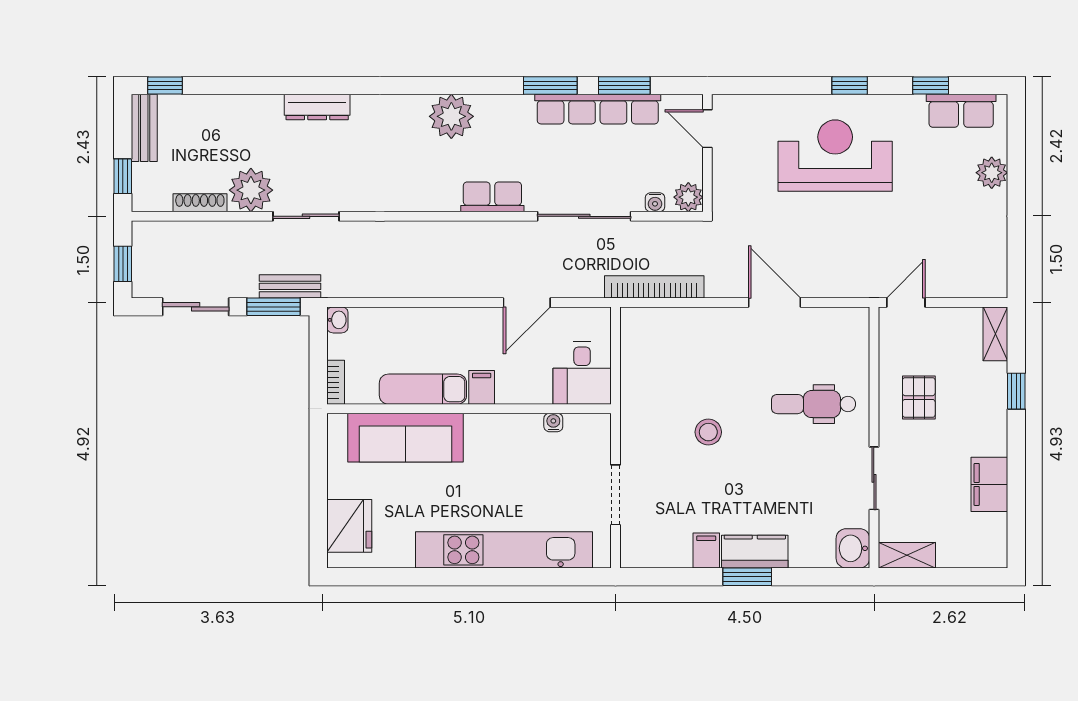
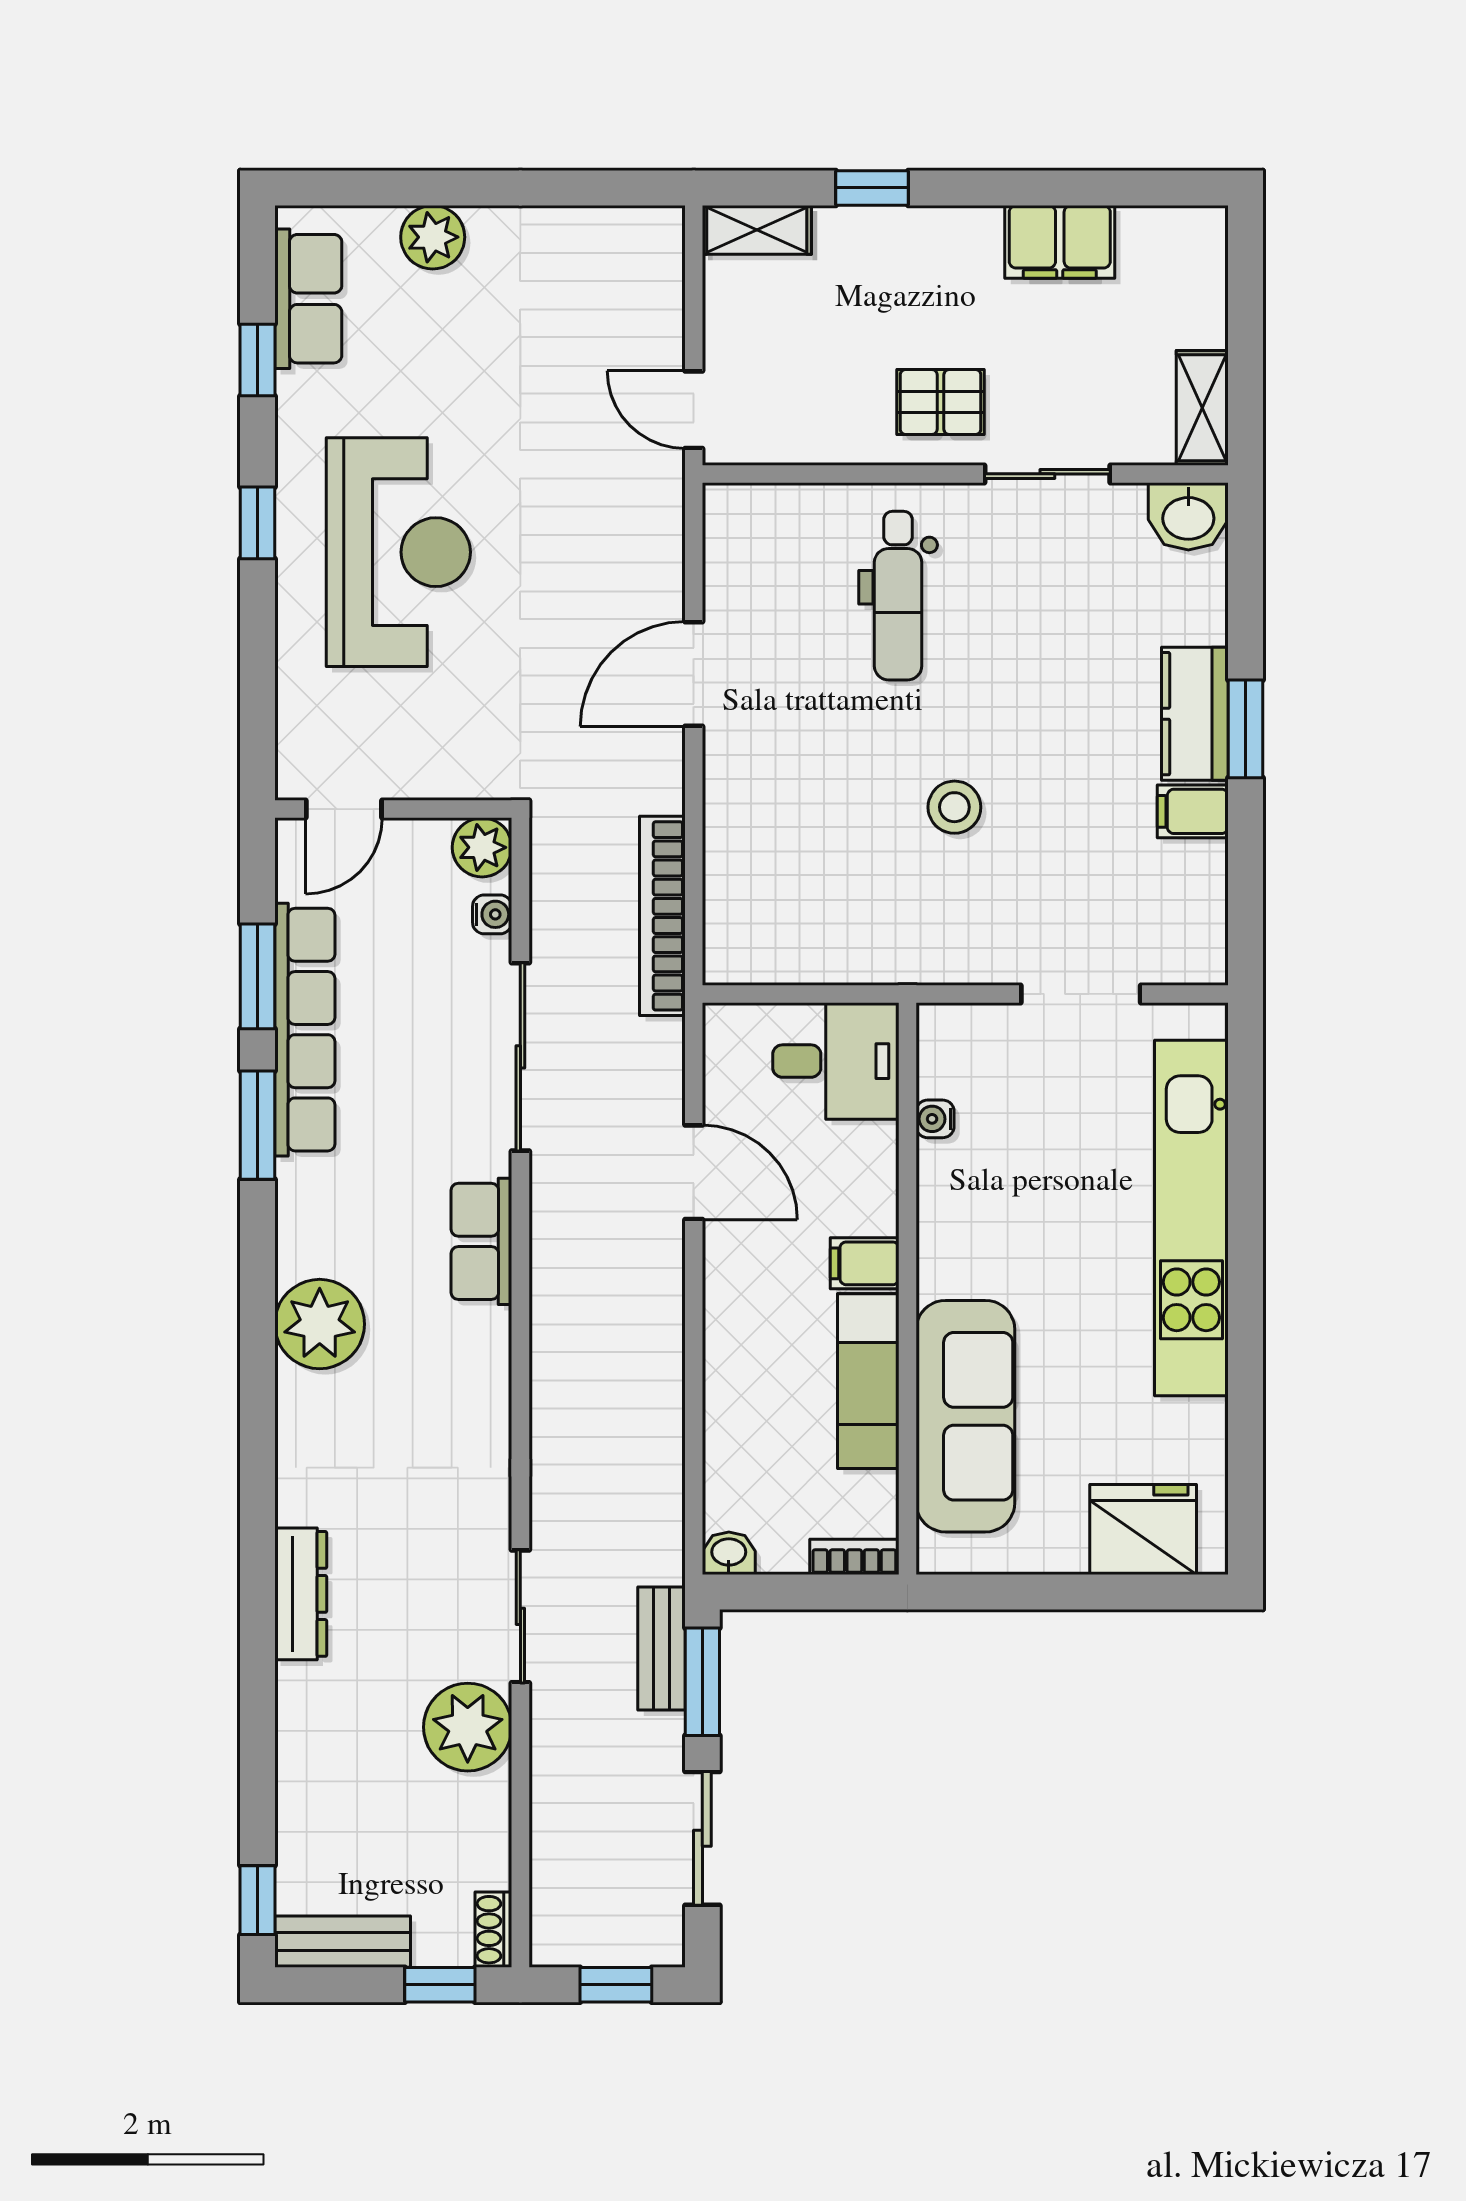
reception desk: (835, 156) -> (398, 552), turned 180
shoe rack: (200, 203) -> (493, 1930), moved, width x0.70
pallet: (919, 398) -> (941, 402), moved

